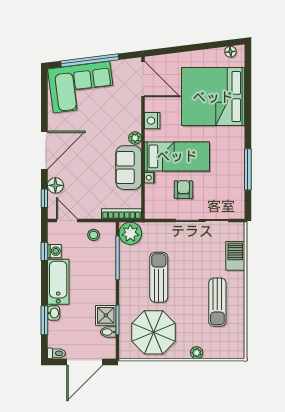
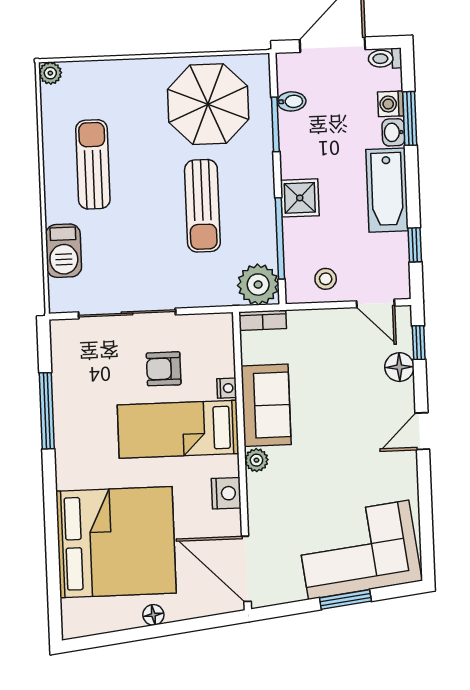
floor lamp: (230, 52) -> (153, 615), moved
window: (90, 60) -> (345, 600), width x0.47
door: (44, 150) -> (422, 431), width x0.53
armchair: (183, 190) -> (164, 369), turned 90
bookcase: (122, 214) -> (263, 320), width x0.64
washing machine: (54, 251) -> (391, 104), moved
shower: (106, 315) -> (300, 198), moved
plant: (197, 353) -> (50, 73), moved

